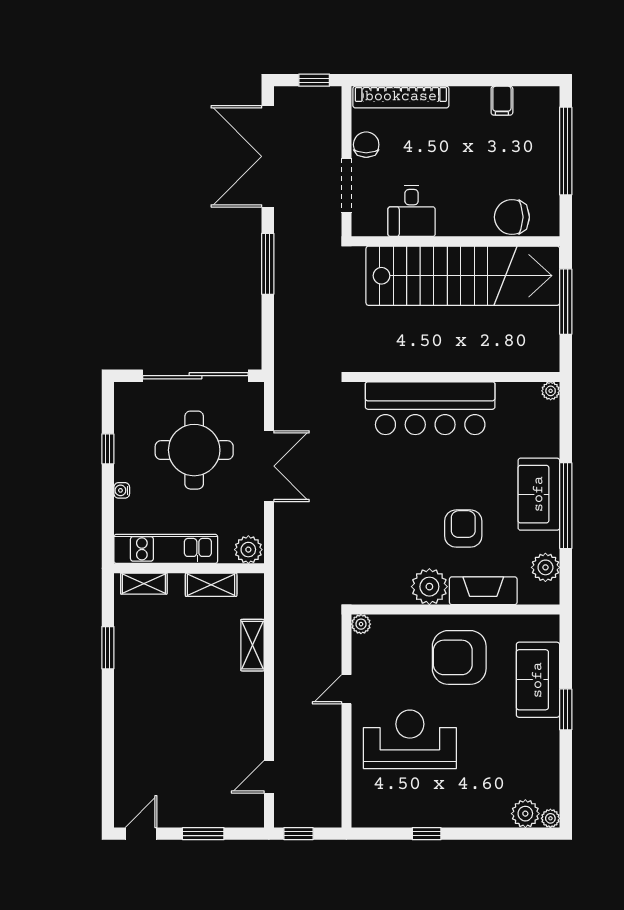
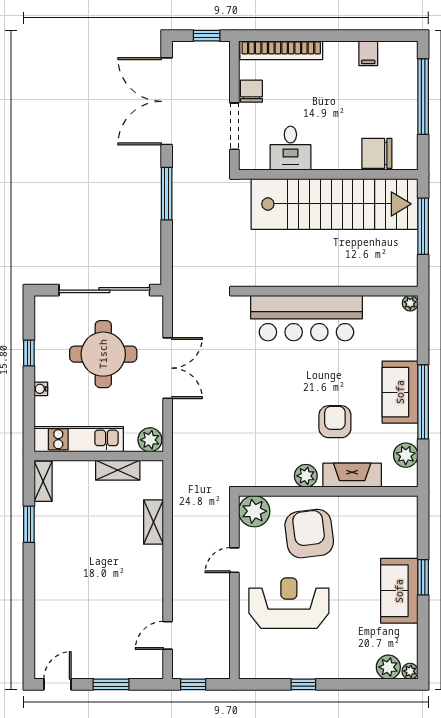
shelving: (144, 584) -> (43, 481), moved, turned 90
plant: (429, 587) -> (306, 476), width x0.73, depth x0.73
plant: (361, 624) -> (254, 511), width x1.87, depth x1.87
armchair: (459, 657) -> (309, 534), moved, turned 83
sofa: (538, 680) -> (399, 591), moved

